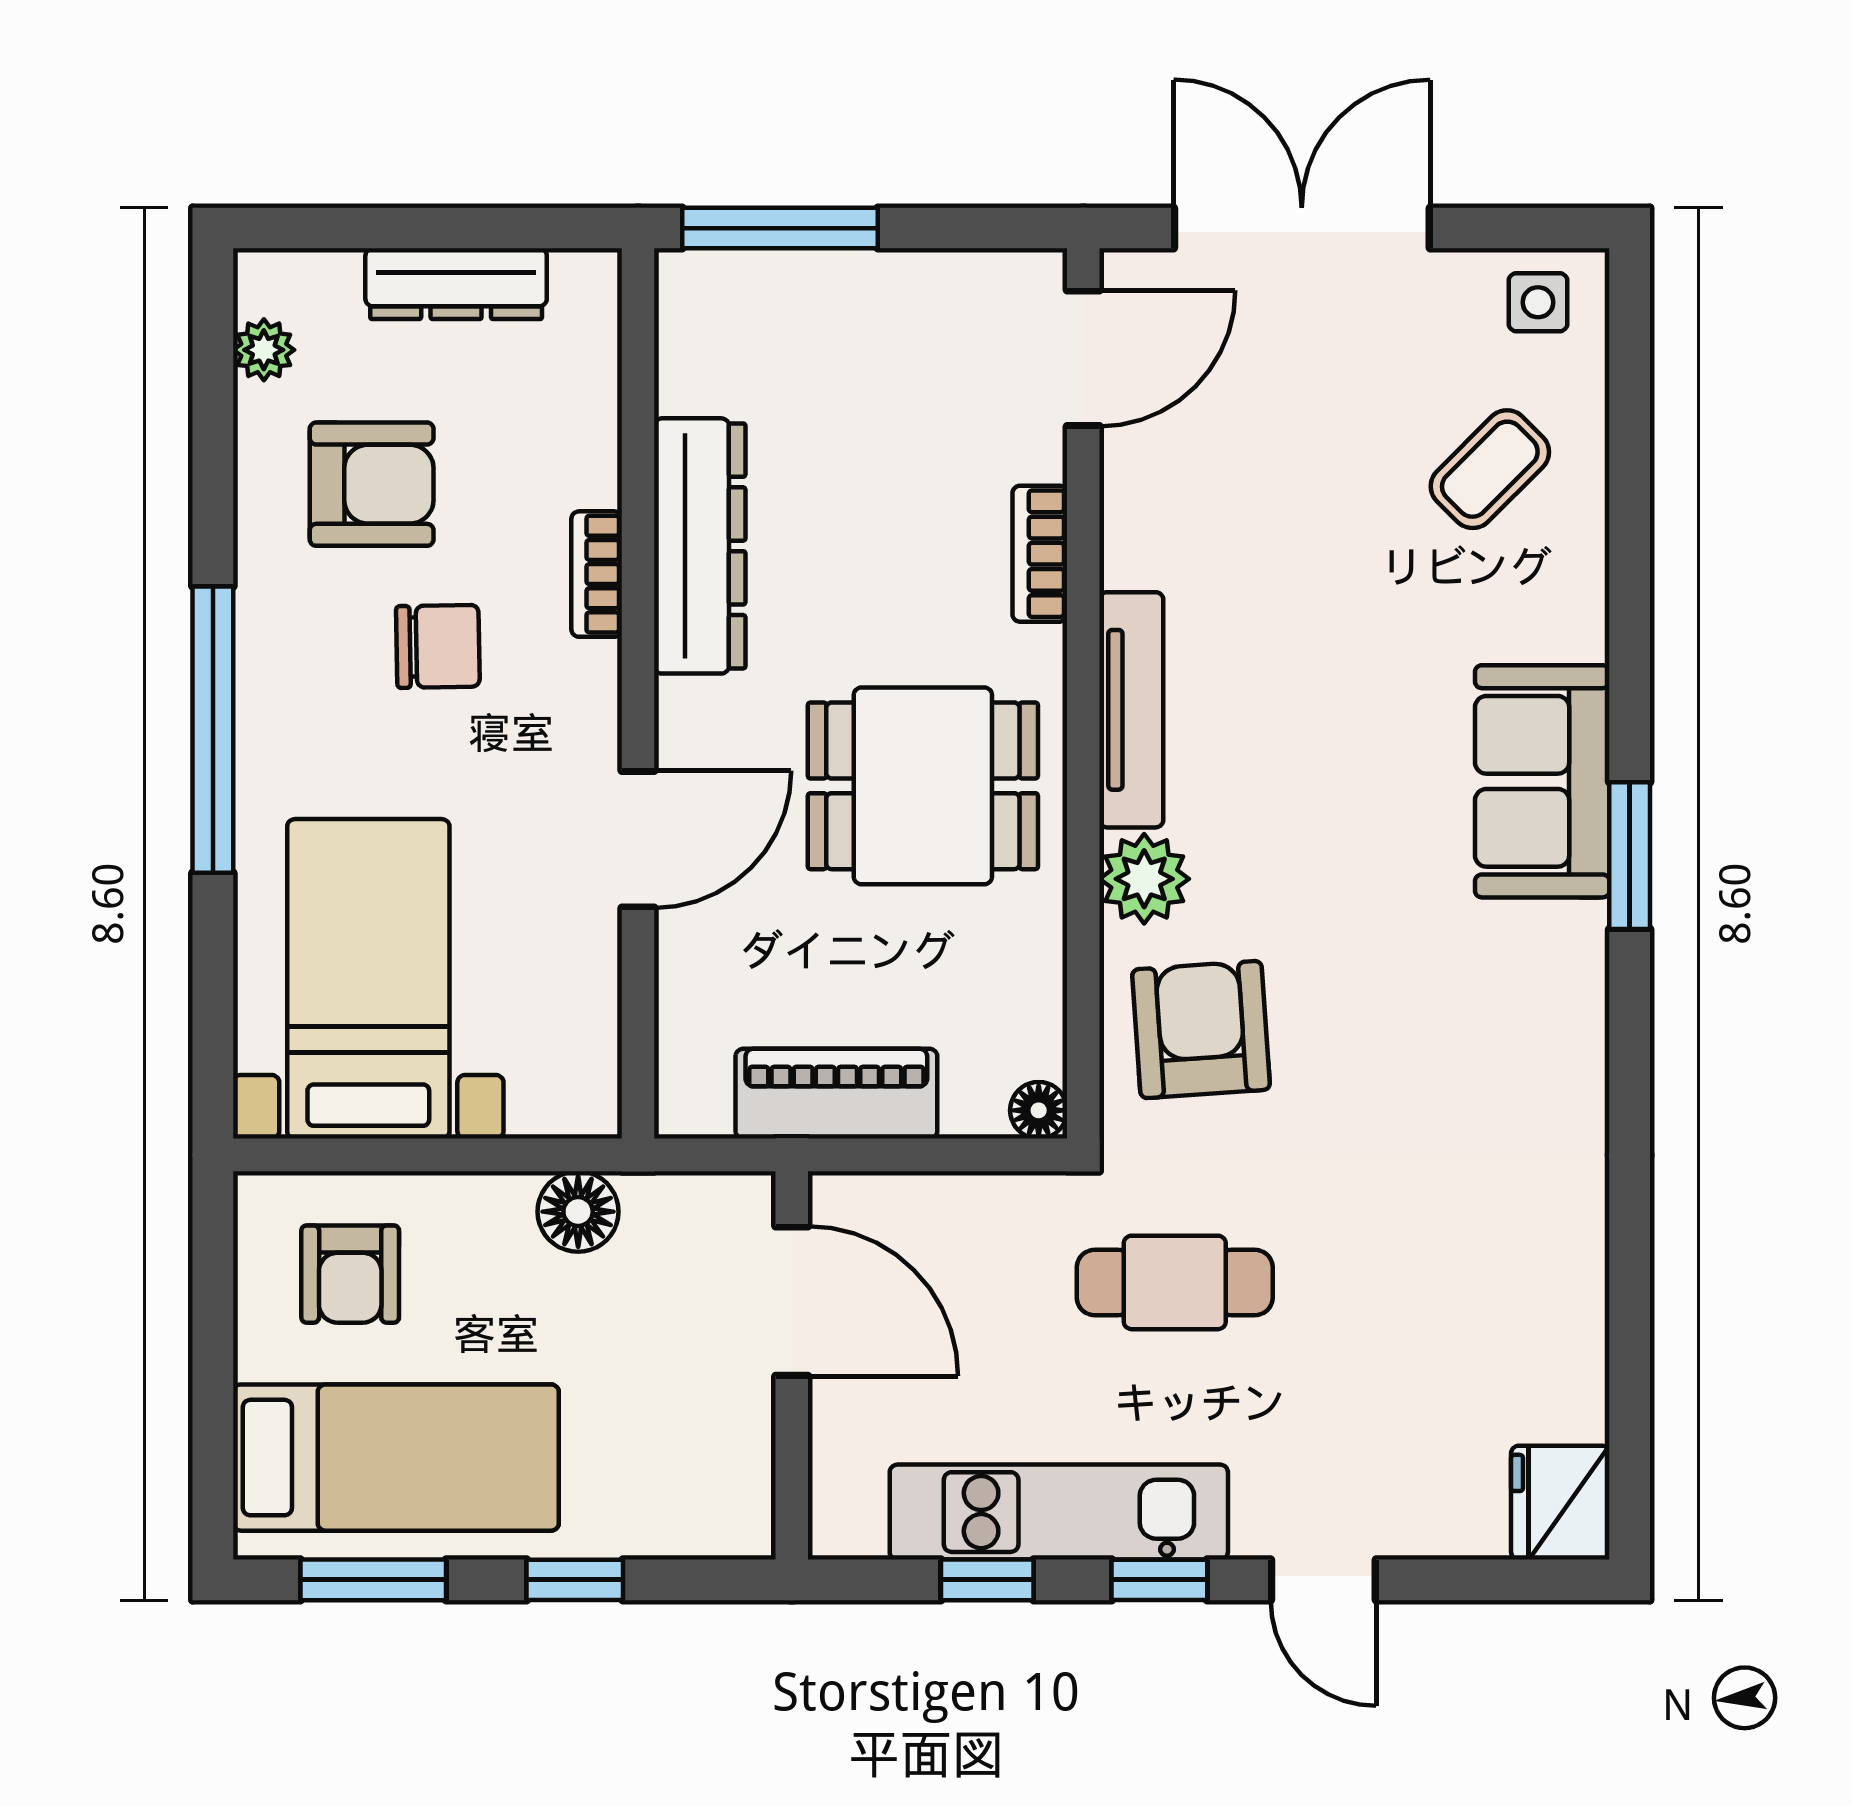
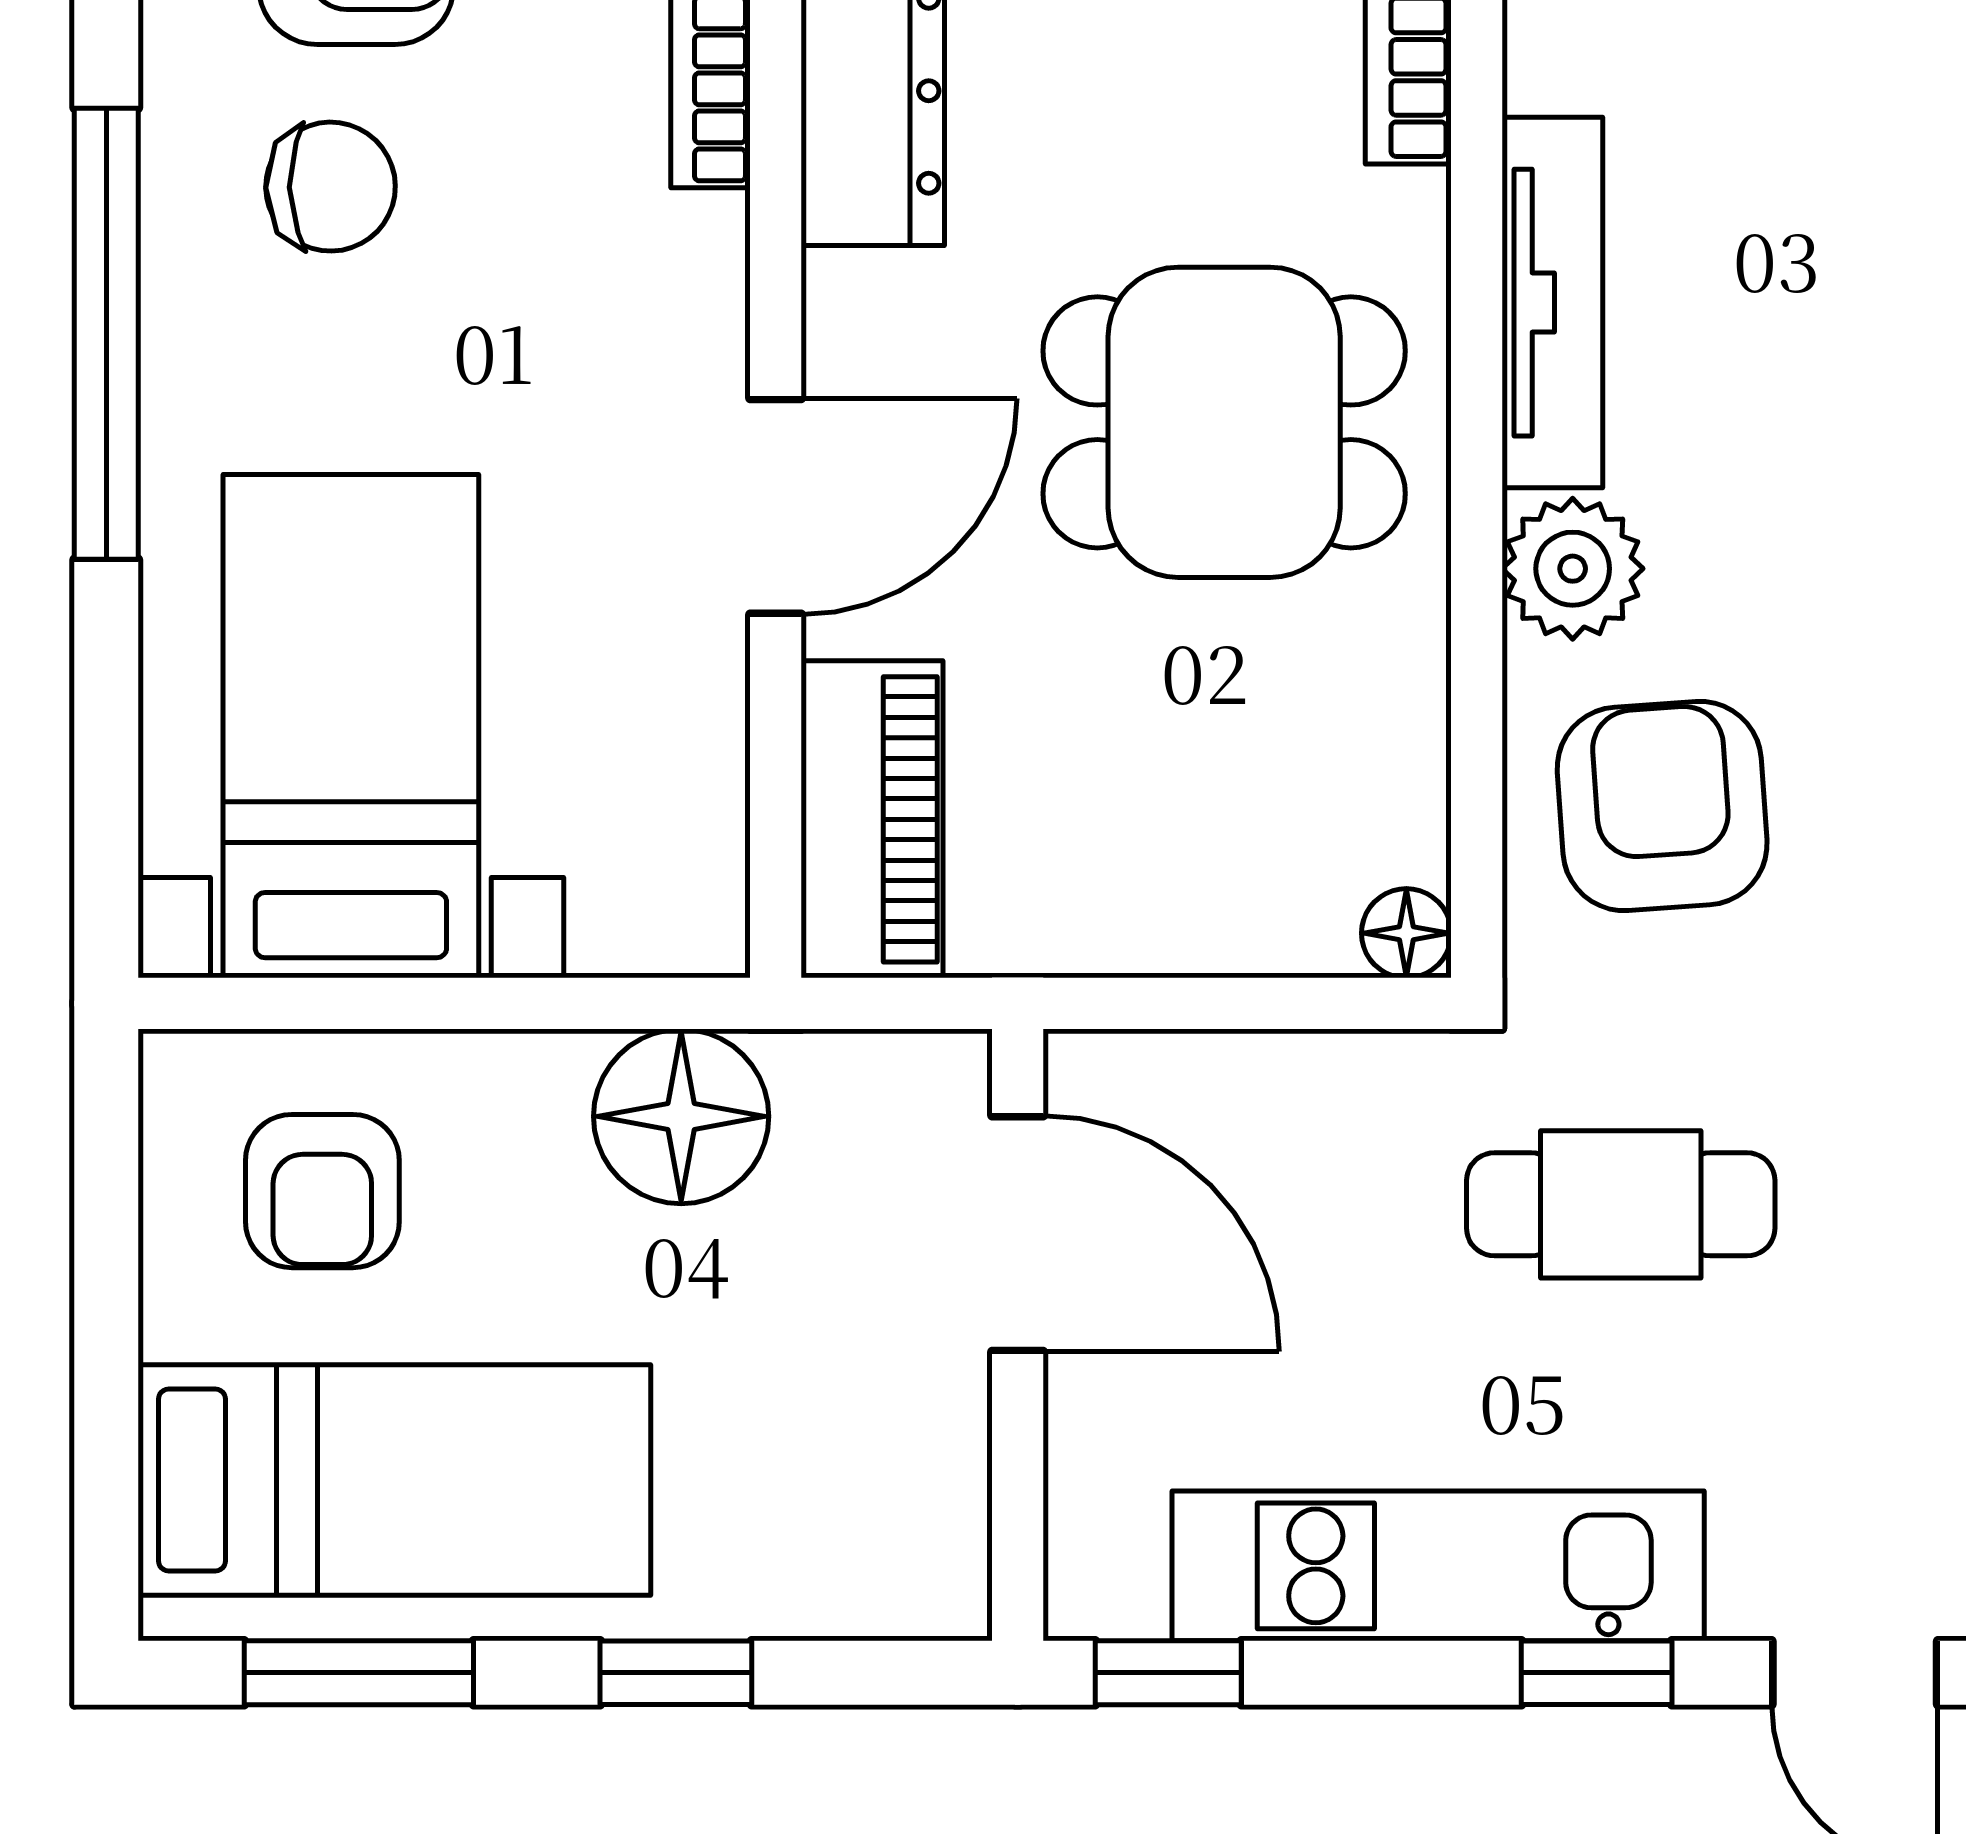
chair: (438, 646) -> (331, 187), moved
piano: (836, 1094) -> (872, 819), moved, turned 90
floor lamp: (578, 1212) -> (681, 1116), width x1.38, depth x1.38
window: (987, 1580) -> (1168, 1673), moved

